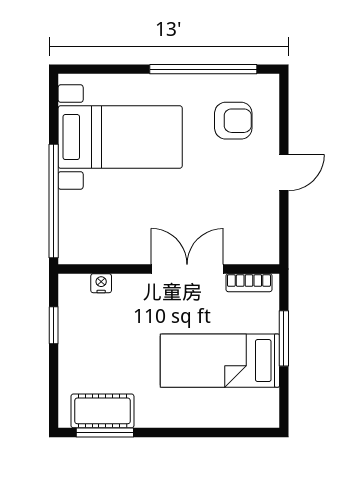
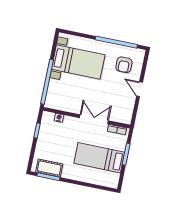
armchair: (233, 121) -> (124, 65), turned 90
door: (284, 173) -> (140, 89), swing flipped

